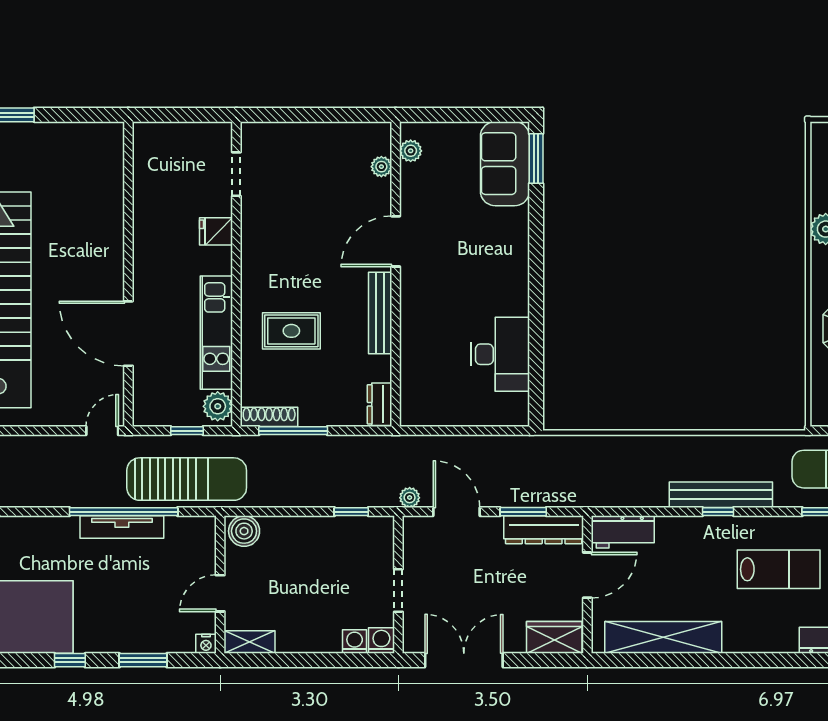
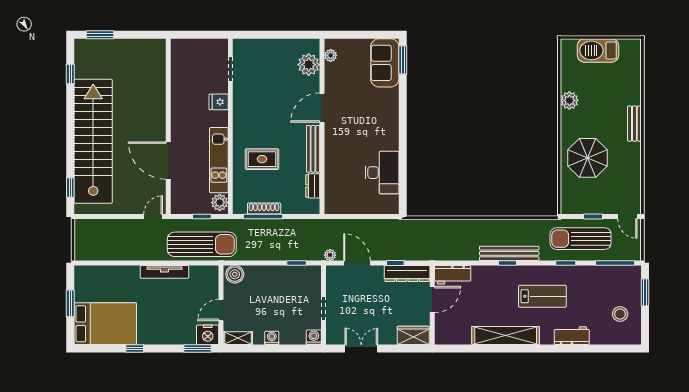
plant: (381, 167) -> (309, 65), width x1.88, depth x1.88
dresser: (380, 404) -> (313, 186), moved
shoe rack: (269, 417) -> (264, 209), moved
window: (124, 512) -> (165, 263), removed
window: (523, 512) -> (395, 263), width x0.67
shelving: (663, 637) -> (506, 335), moved
washing machine: (355, 642) -> (272, 338), moved
nightstand: (206, 644) -> (208, 335), width x1.89, depth x1.79
window: (143, 660) -> (197, 349), moved
double door: (464, 660) -> (361, 349), width x0.73

